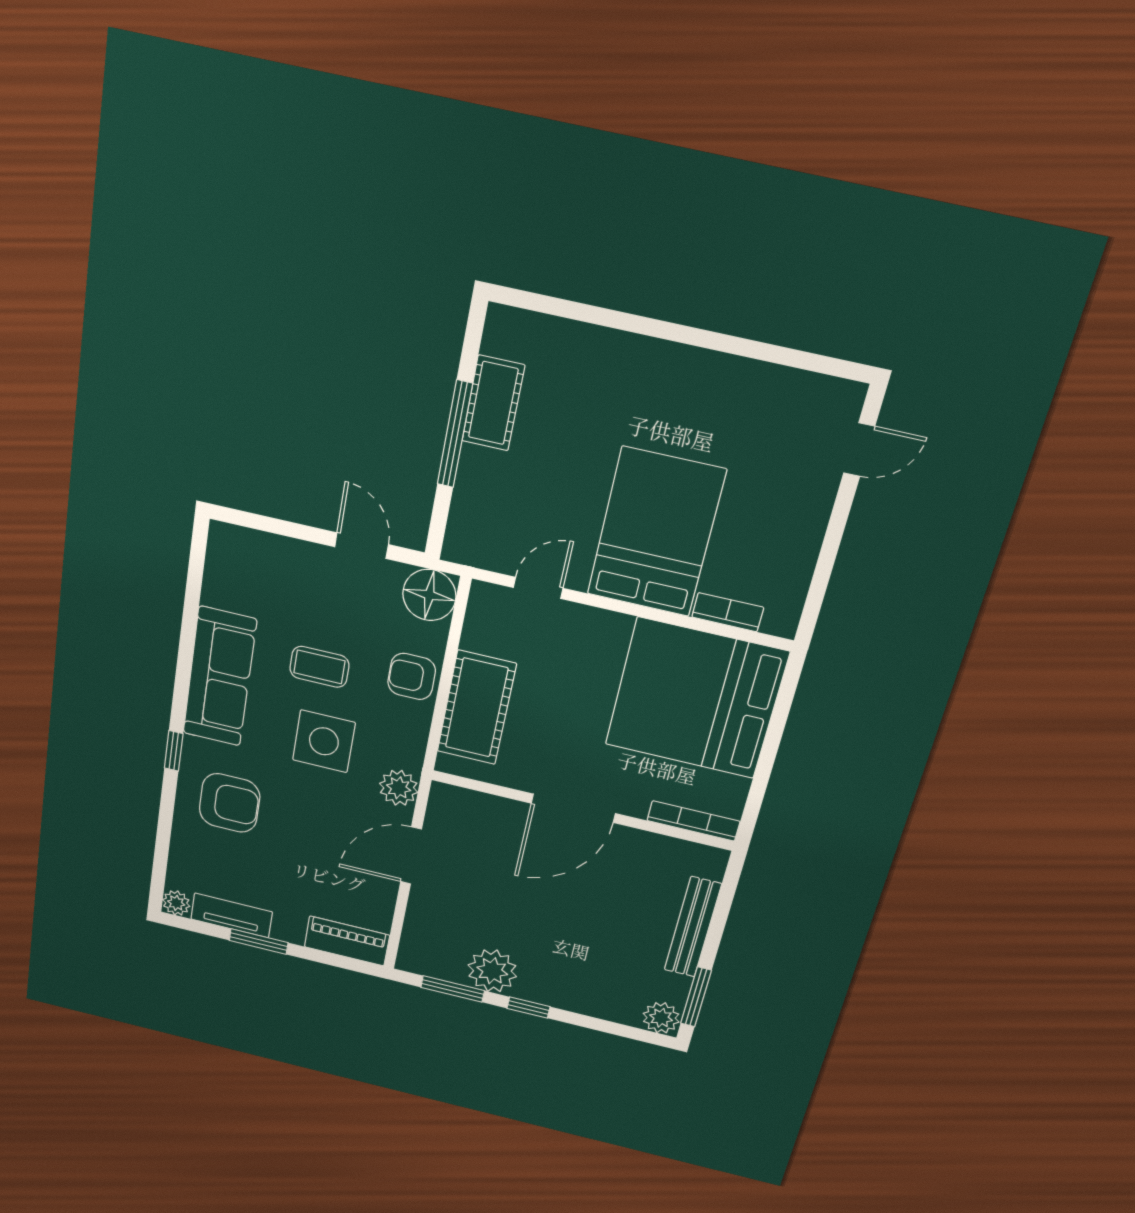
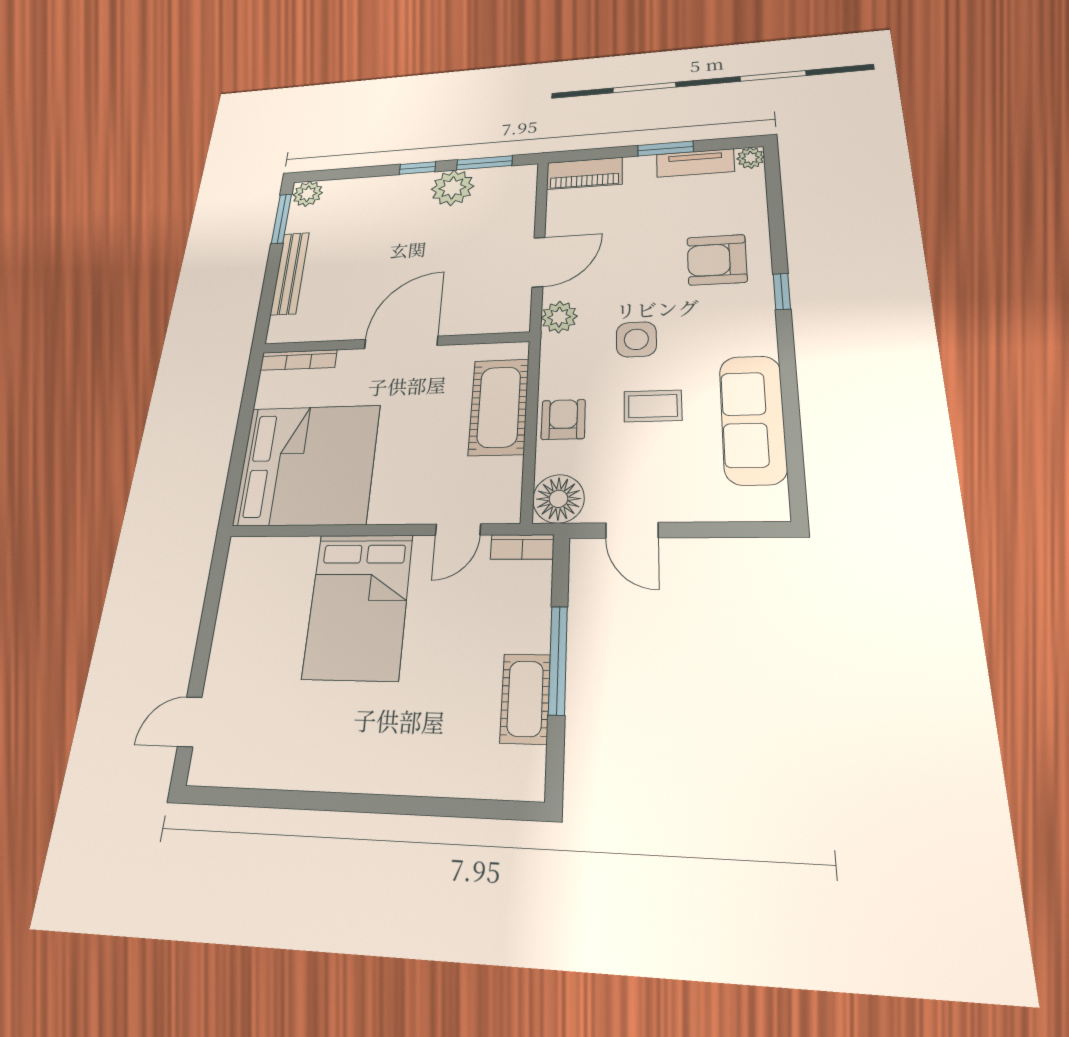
bookcase: (728, 612) -> (522, 547), moved
armchair: (412, 676) -> (563, 419), turned -90
sofa: (220, 677) -> (753, 419), moved
side table: (324, 741) -> (636, 339), width x0.73, depth x0.73

